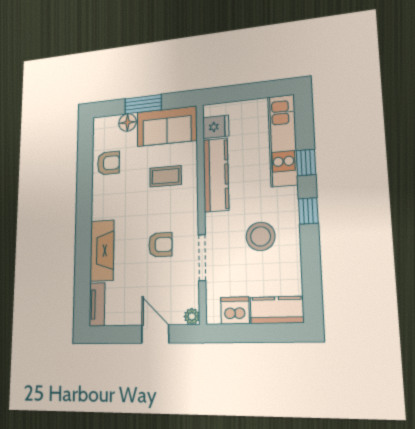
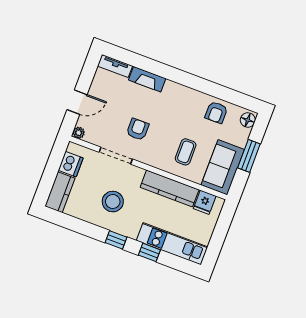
floor lamp: (127, 122) -> (248, 120), moved
armchair: (160, 245) -> (138, 129), turned 180
fireplace: (102, 251) -> (147, 79), width x0.73, depth x0.76

